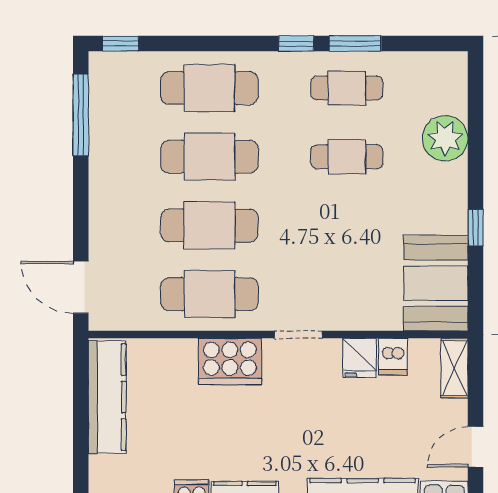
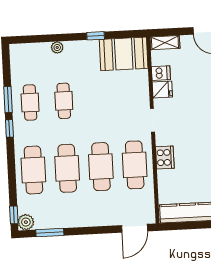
plant: (105, 67) -> (26, 222), added
window: (81, 115) -> (50, 233), width x0.69
plant: (445, 138) -> (57, 47), width x0.53, depth x0.53
cooker: (230, 361) -> (165, 158), width x0.73, depth x0.76

